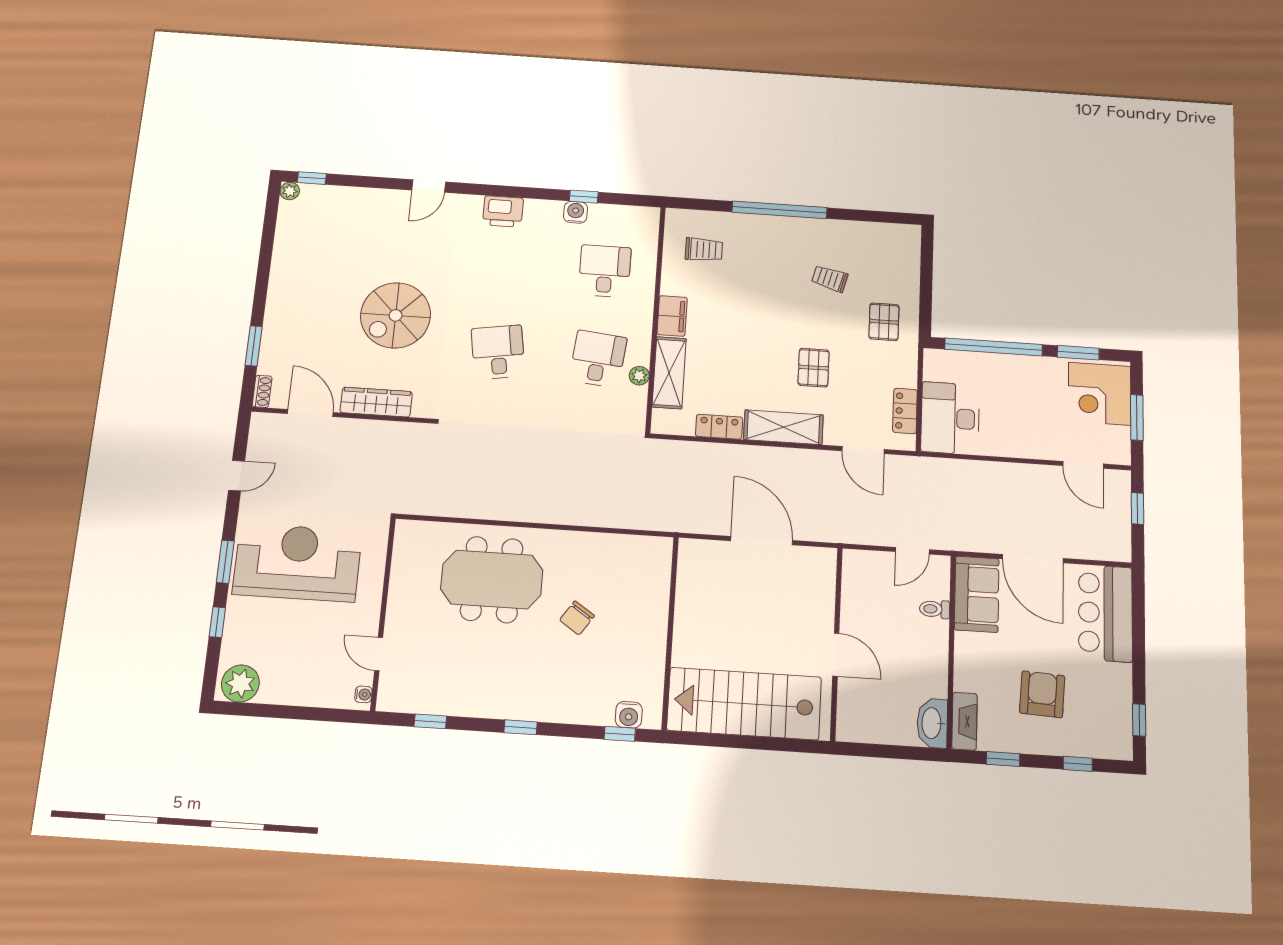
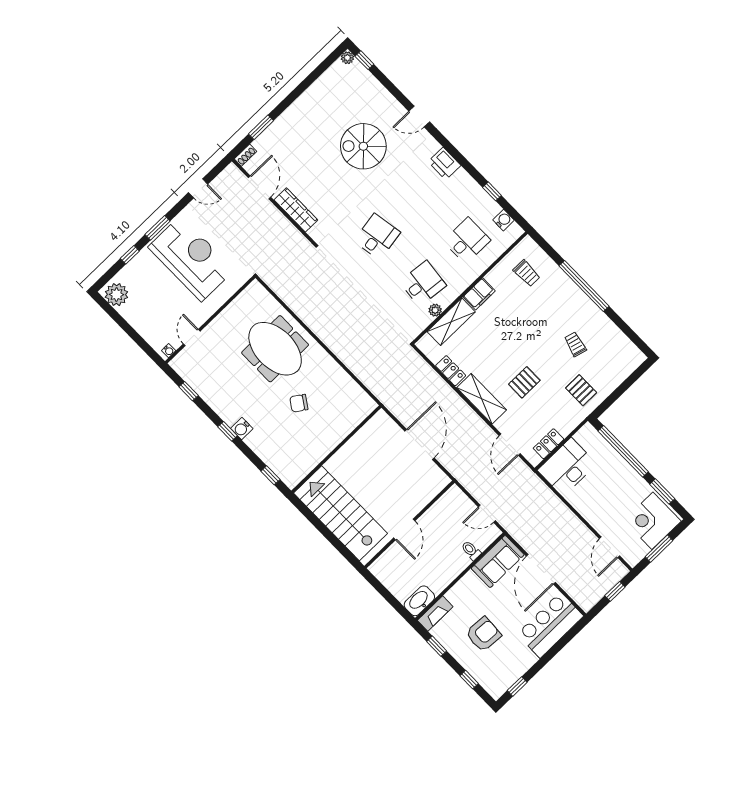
water cooler: (576, 212) -> (503, 220), moved
spiral stairs: (396, 315) -> (363, 146), moved
pallet: (884, 322) -> (581, 390), turned 90
water cooler: (629, 715) -> (242, 428), moved

